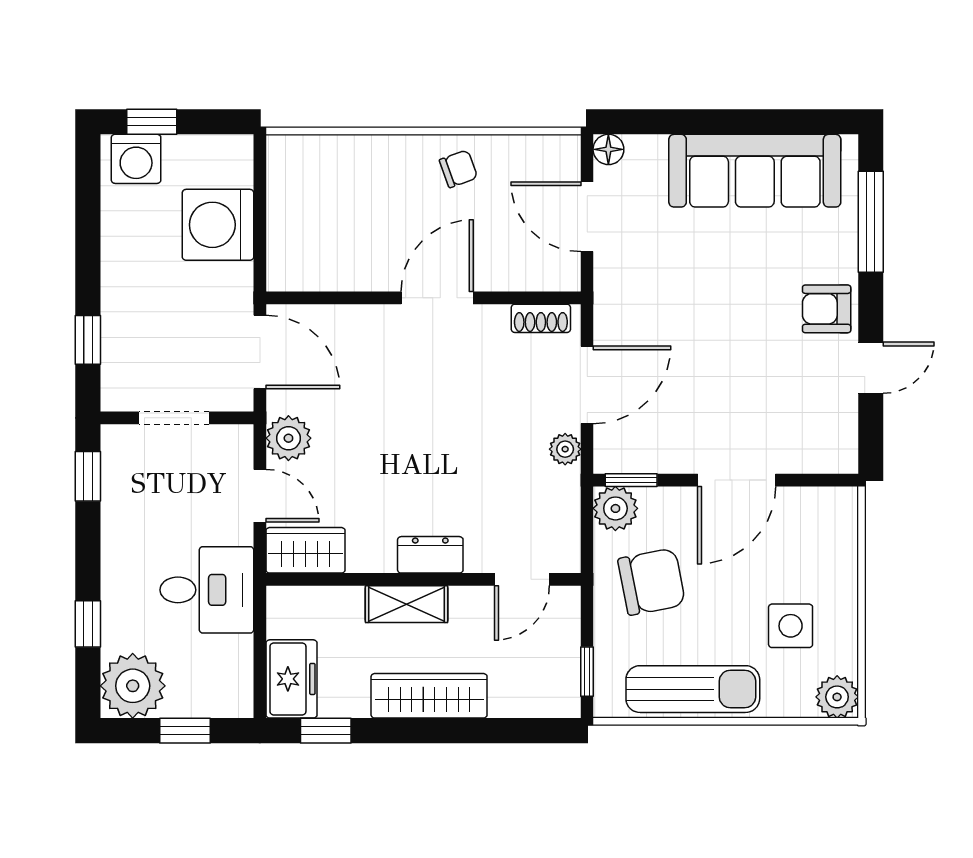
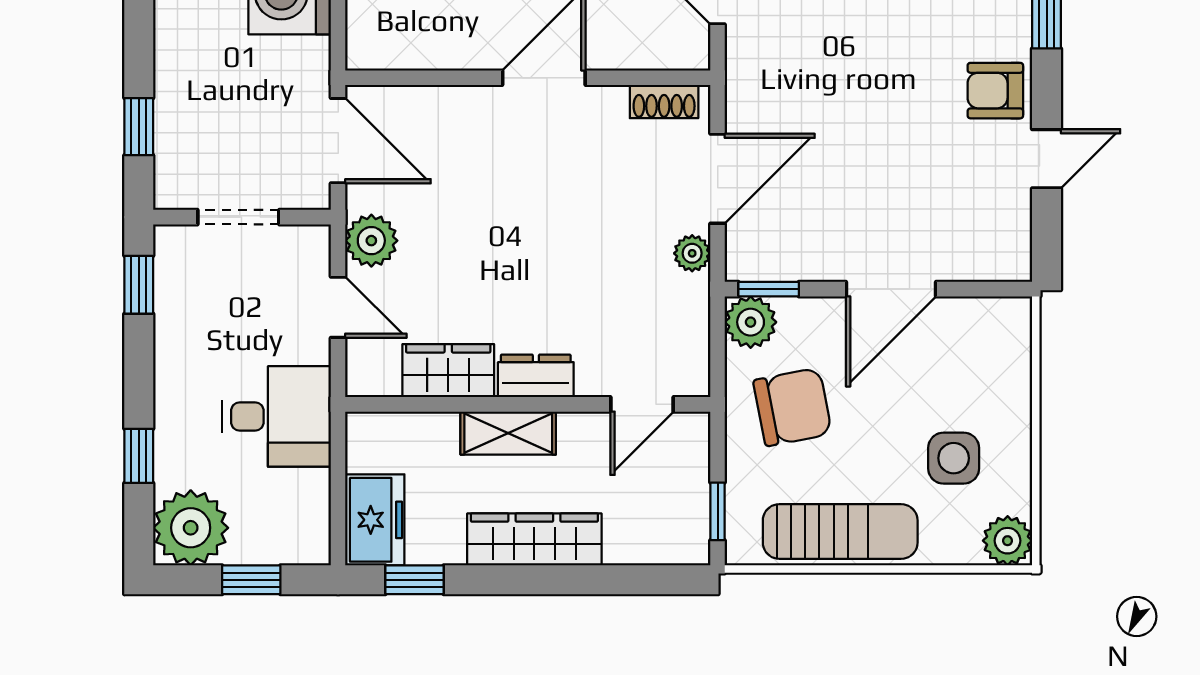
wardrobe: (306, 550) -> (448, 371), moved

